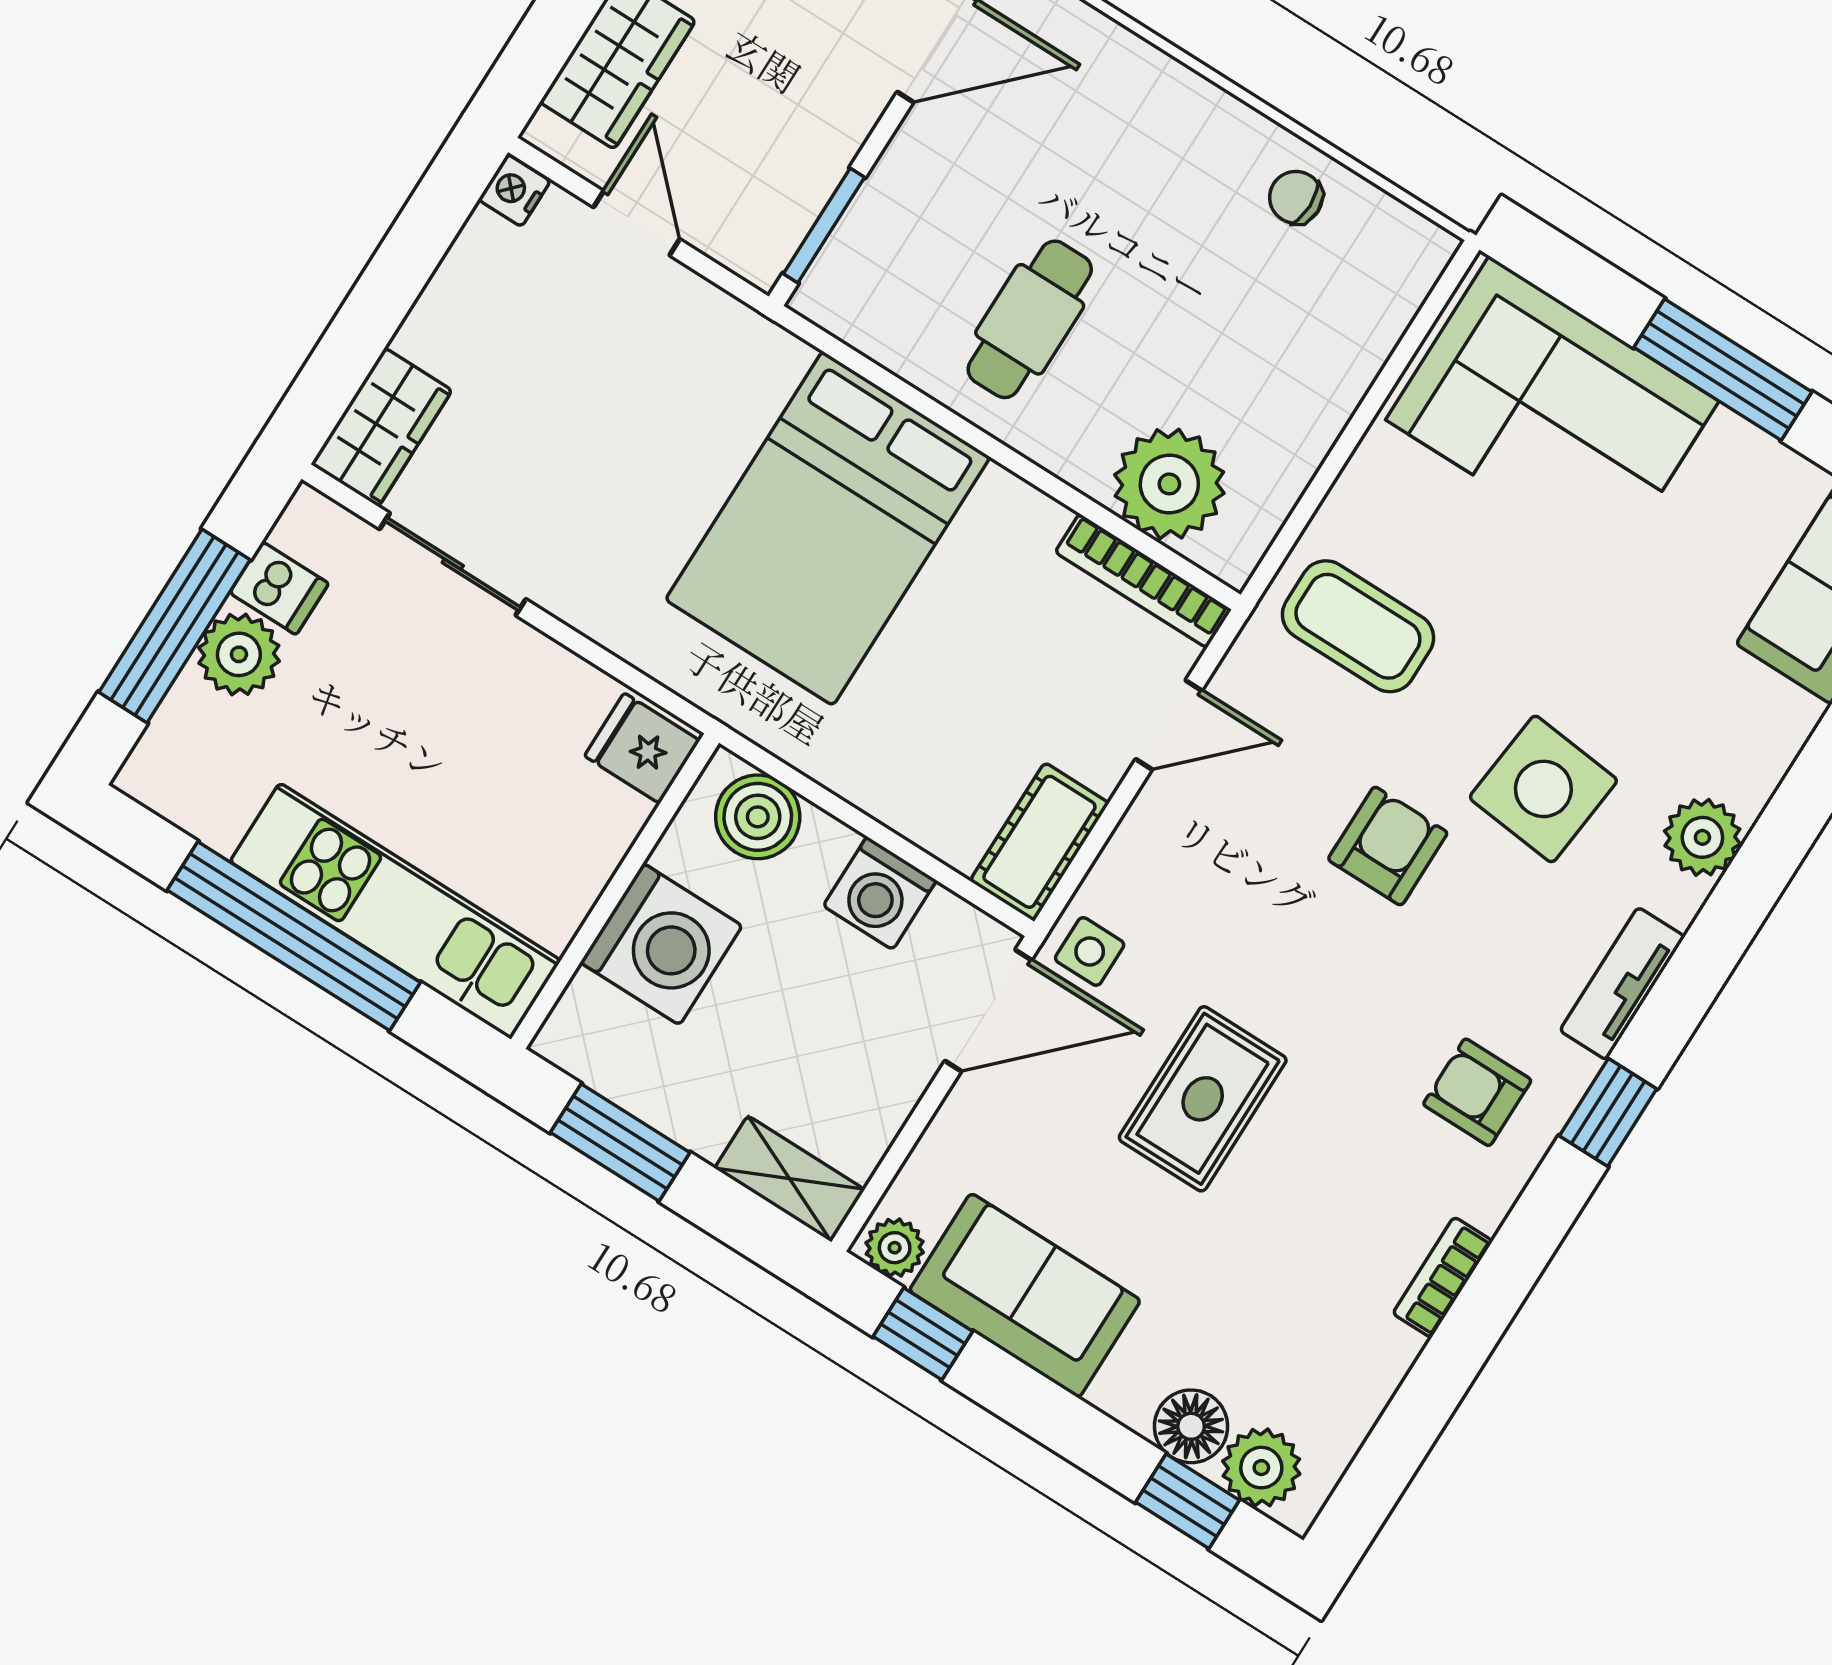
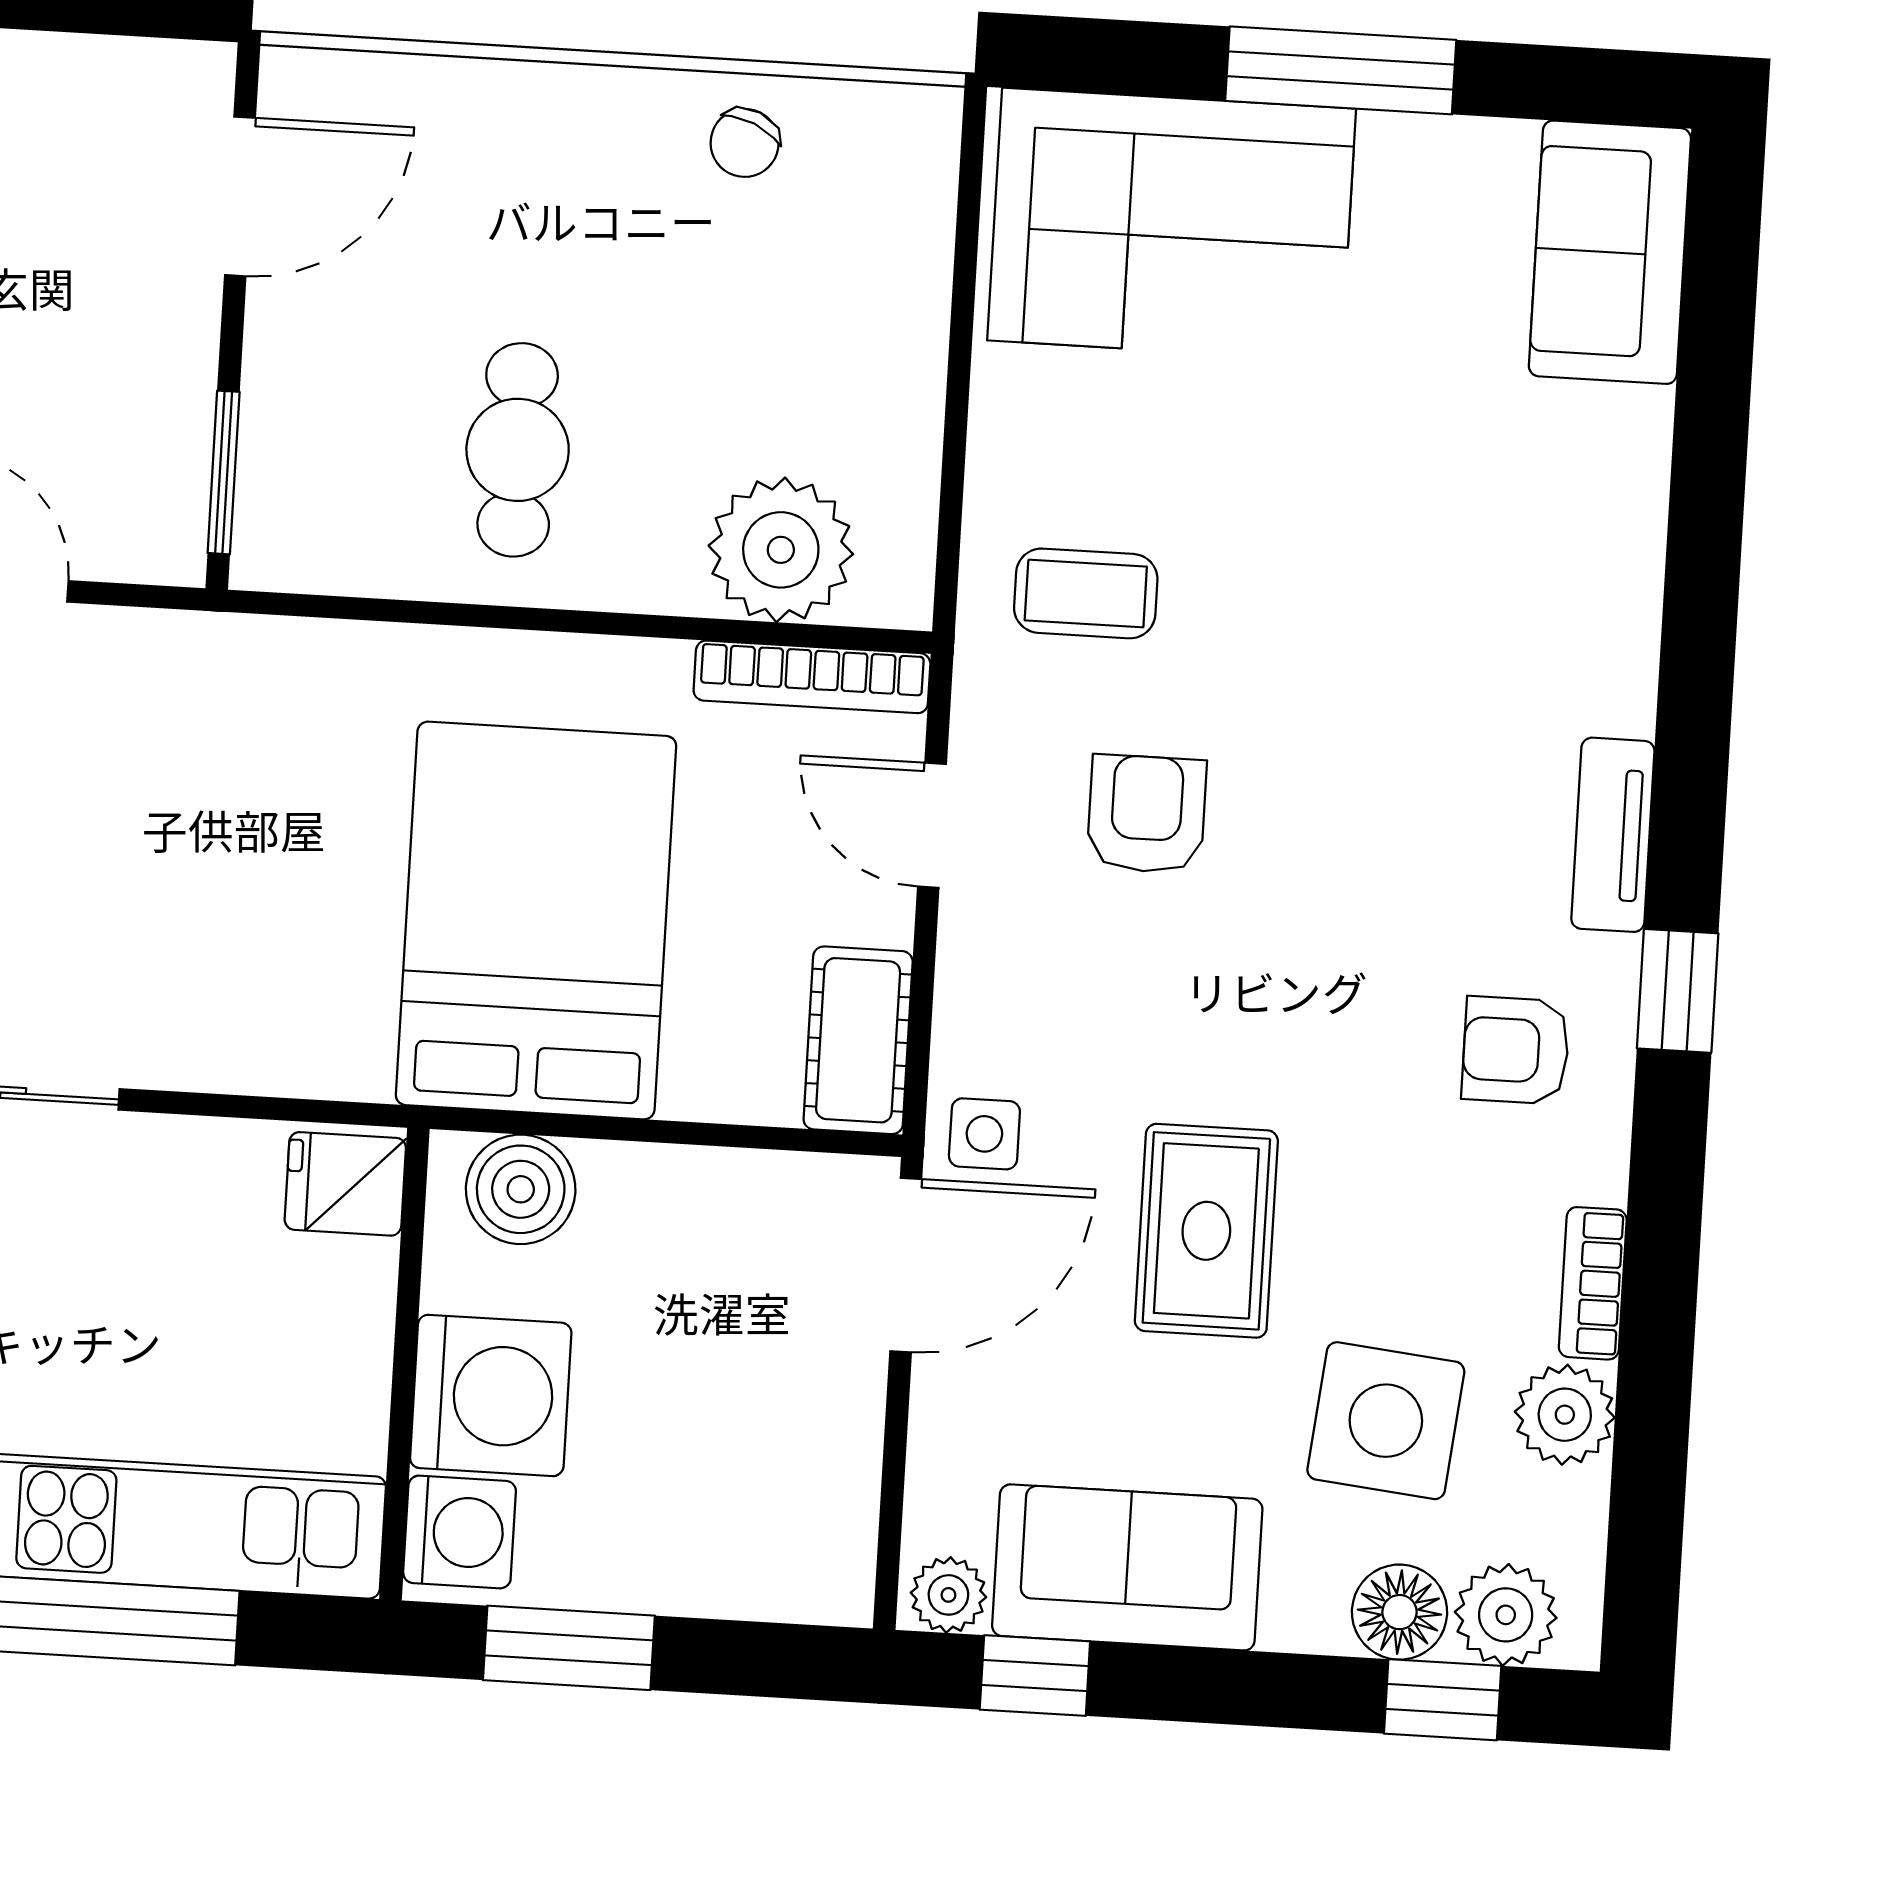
chair: (1296, 197) -> (745, 143), turned -66
bed: (828, 528) -> (536, 920), moved, turned 180
coffee table: (1358, 626) -> (1086, 593), width x0.73, depth x0.77
door: (1169, 725) -> (932, 825), swing flipped
side table: (1543, 789) -> (1386, 1421), moved
plant: (1702, 837) -> (1565, 1415), moved
armchair: (1388, 846) -> (1147, 814), moved
washing machine: (880, 893) -> (460, 1532), moved, turned -90
shelving: (790, 1179) -> (785, 1582), removed

